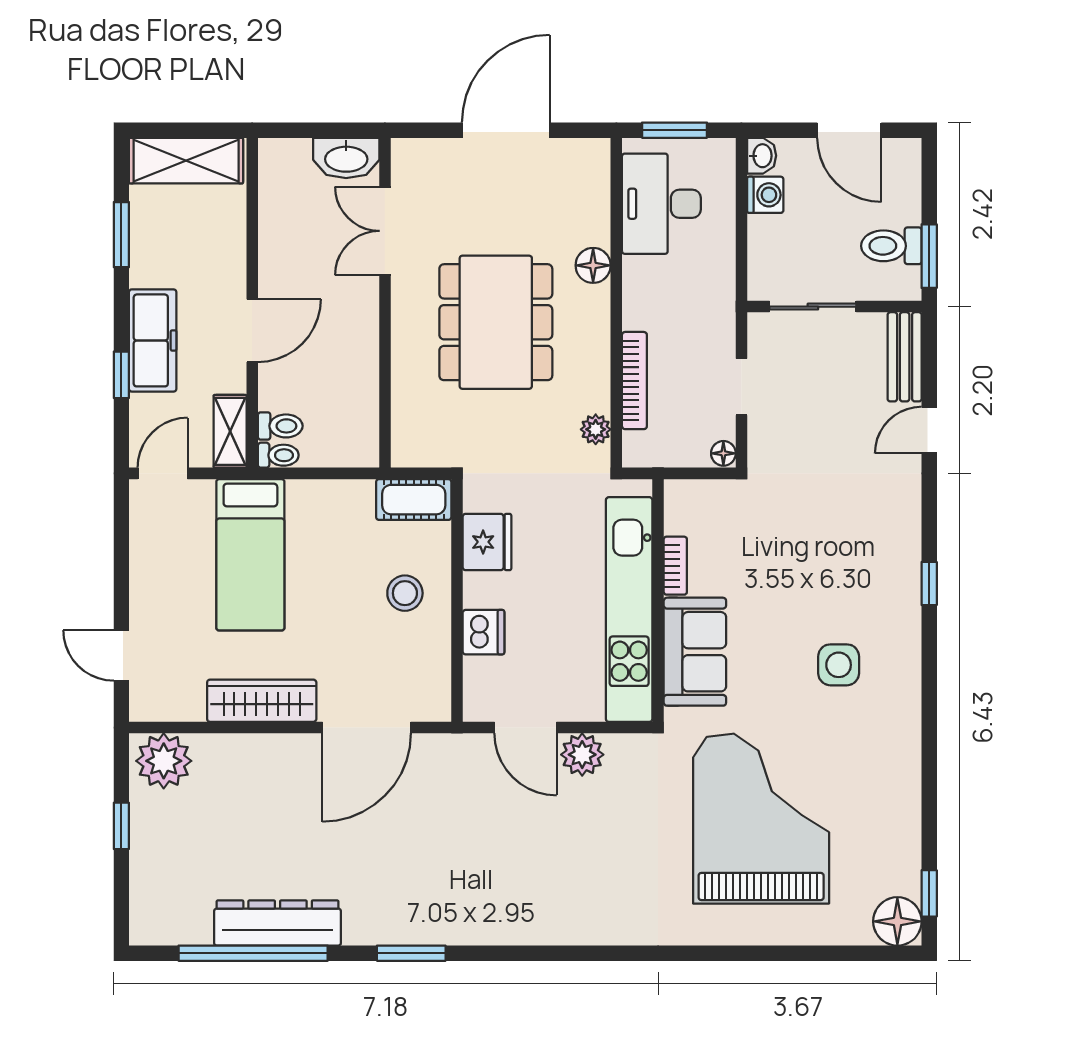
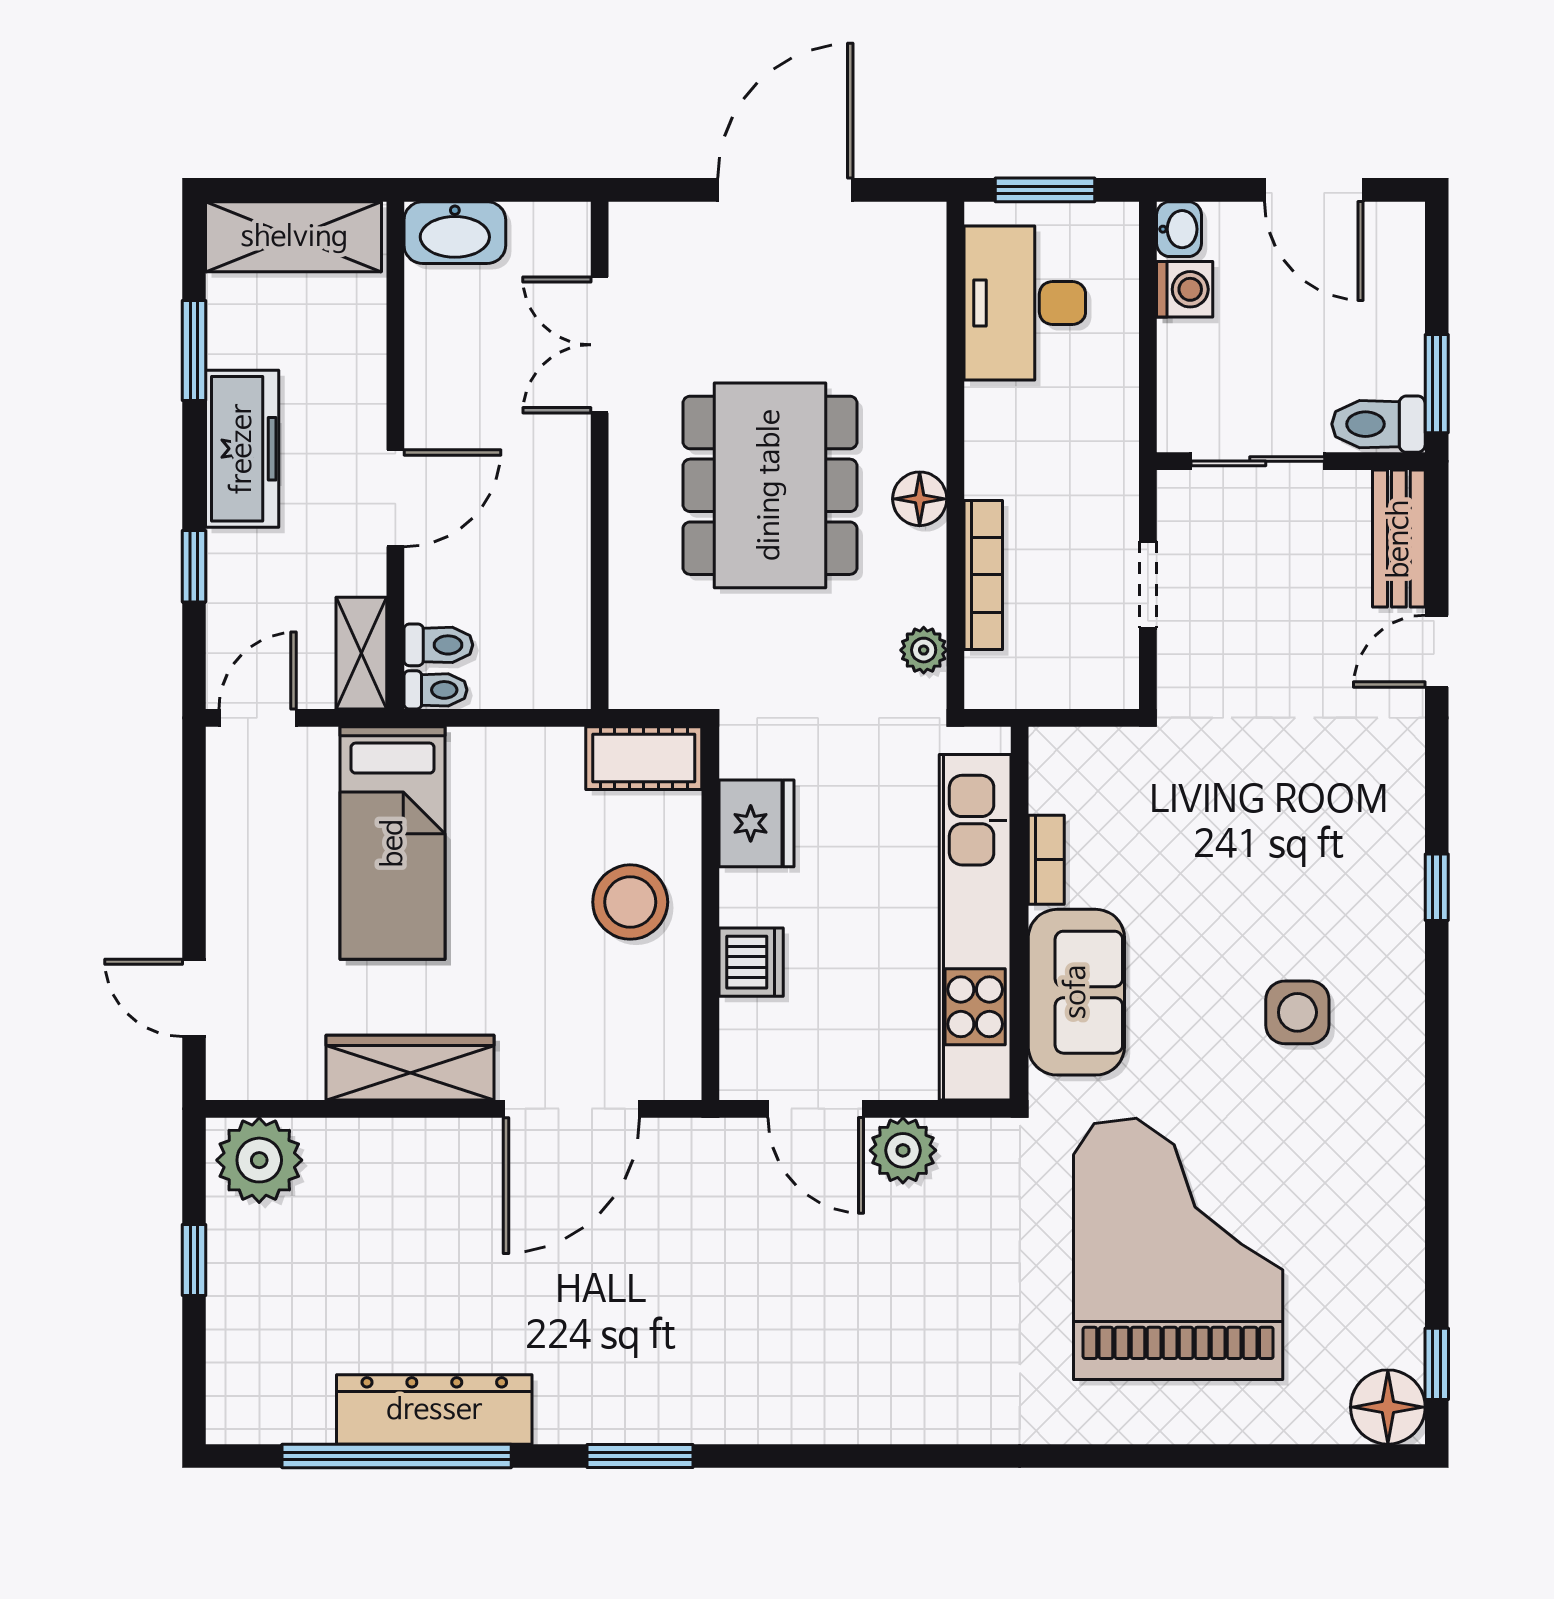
washbasin: (346, 158) -> (455, 233), moved
toilet: (891, 246) -> (1379, 424), moved
floor lamp: (593, 265) -> (920, 499), moved
freezer: (153, 340) -> (242, 449), moved
floor lamp: (723, 453) -> (1120, 687), removed
stool: (405, 593) -> (630, 902), width x1.38, depth x1.38

